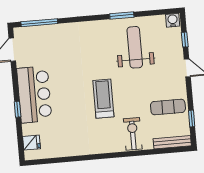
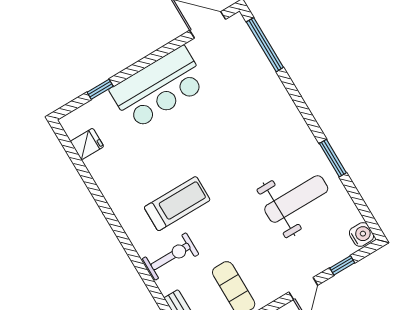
treadmill: (103, 99) -> (177, 204), moved
window: (18, 109) -> (100, 89), moved
fridge: (31, 143) -> (87, 144), moved, turned -90

